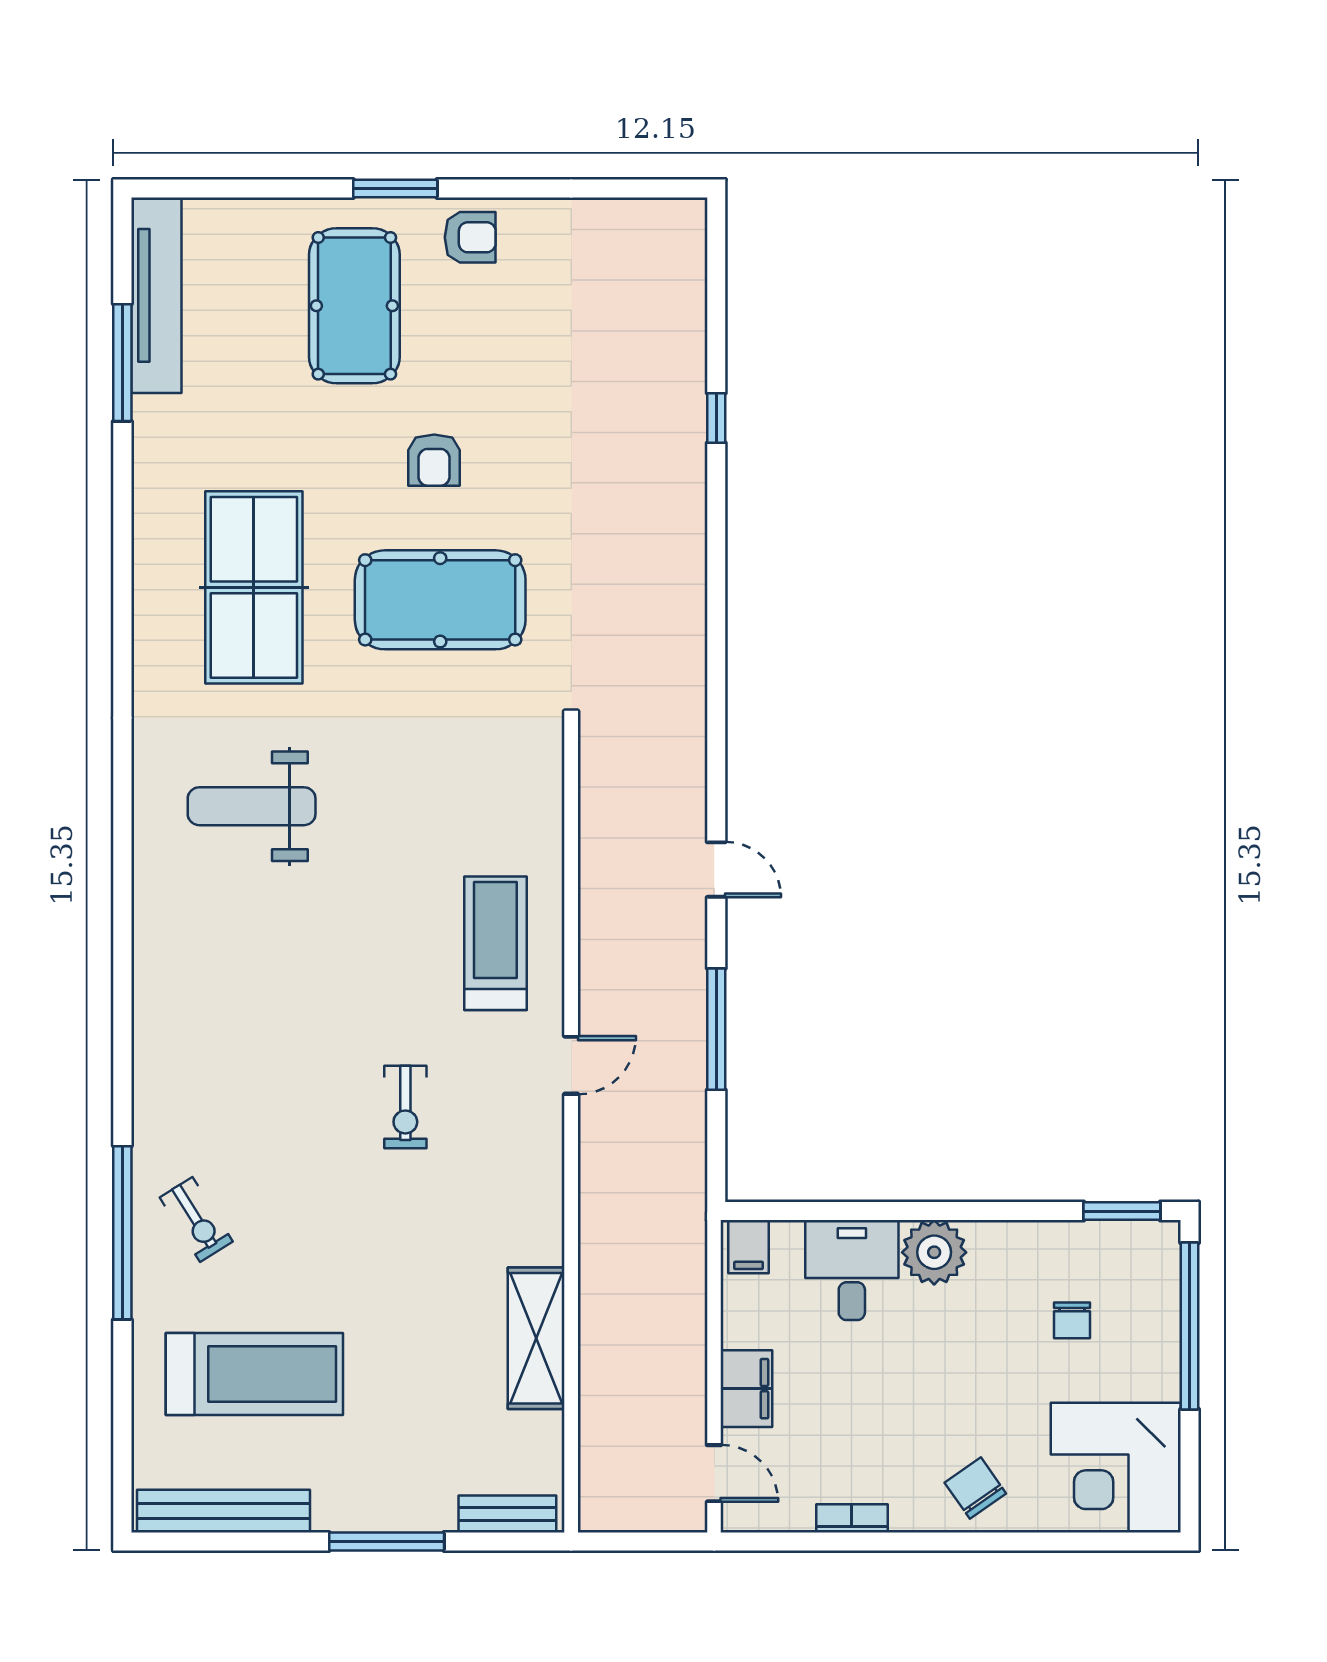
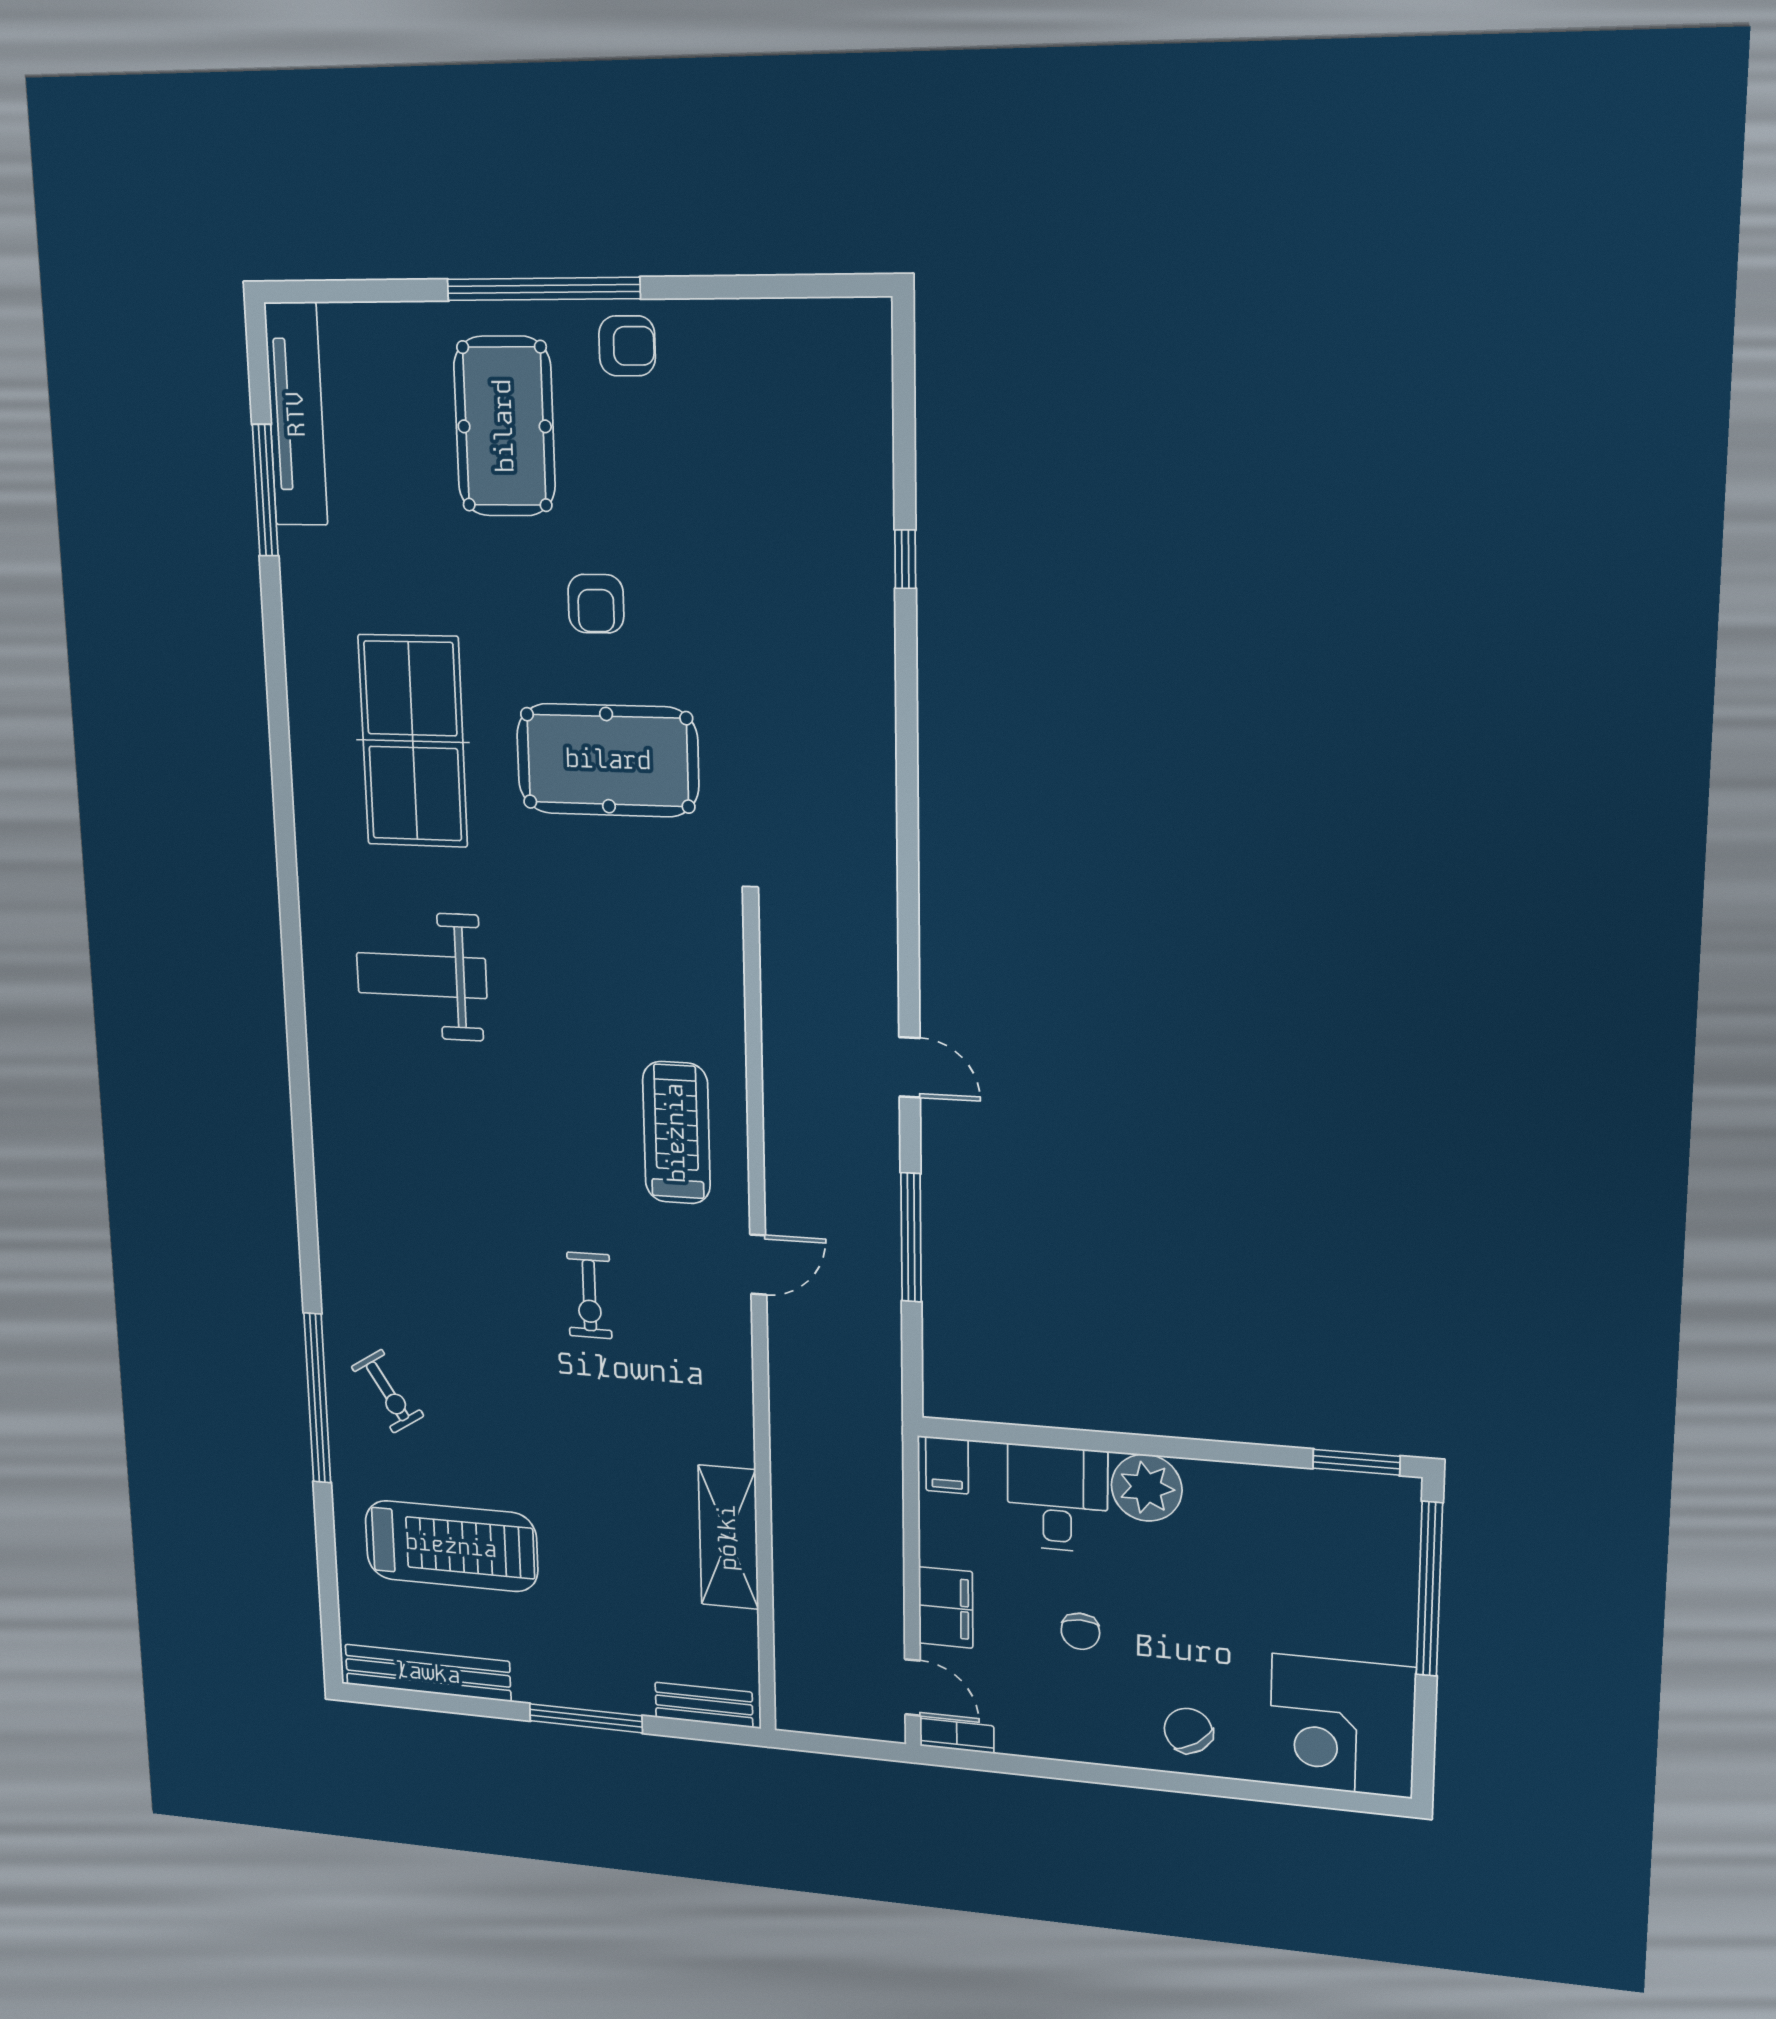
window: (395, 189) -> (543, 289), width x2.11
chair: (1072, 1320) -> (1080, 1631), moved
bookcase: (852, 1518) -> (957, 1736), moved

